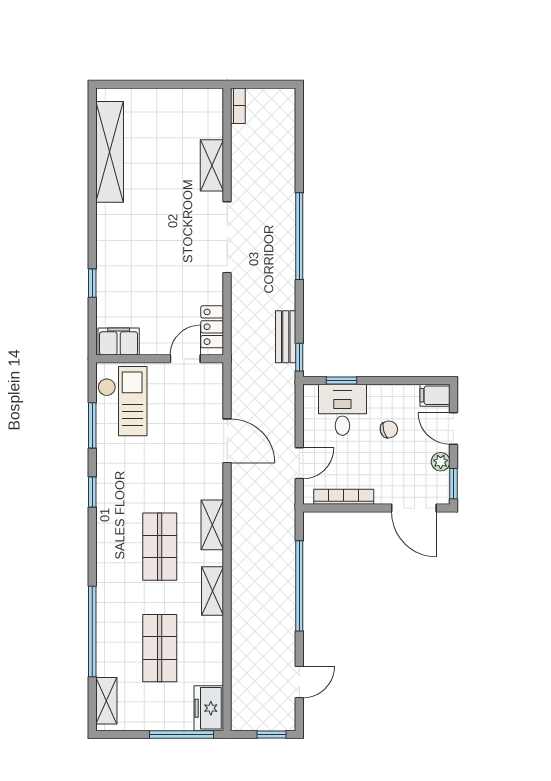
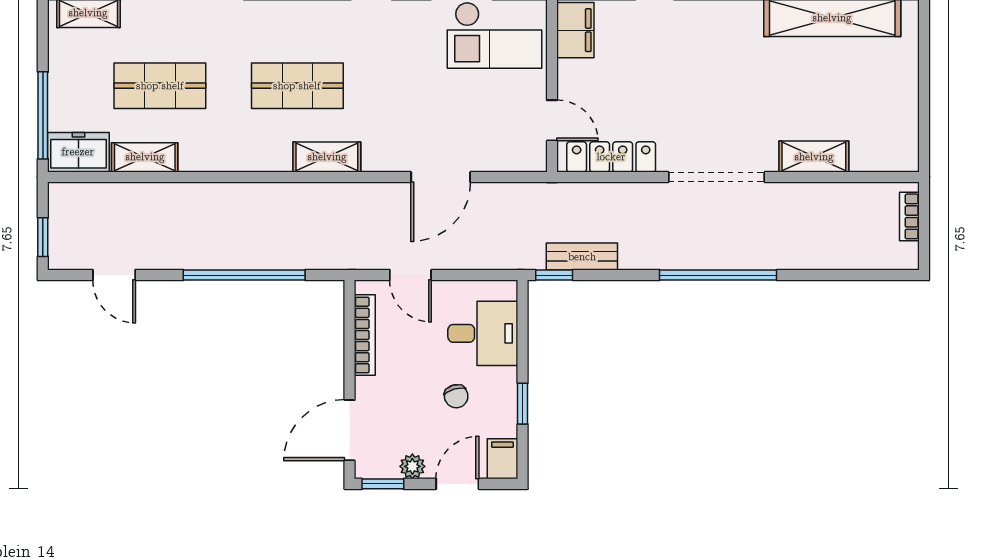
bookcase: (238, 106) -> (909, 216), moved, turned 90
locker: (212, 327) -> (611, 157), width x1.53
window: (341, 380) -> (523, 404), moved
shelving: (213, 591) -> (145, 157), moved

